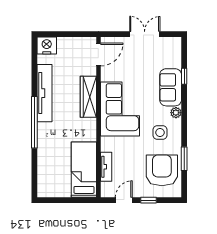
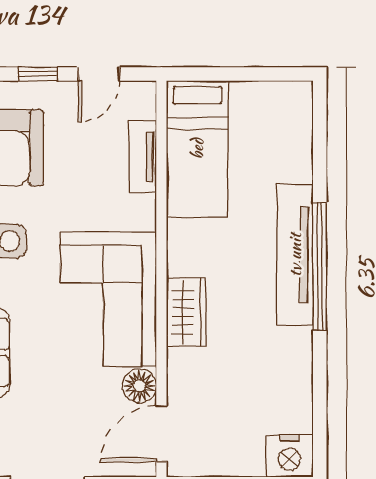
floor lamp: (107, 74) -> (139, 386), added
tv unit: (44, 93) -> (295, 255), moved
wardrobe: (88, 97) -> (186, 312), width x0.67

